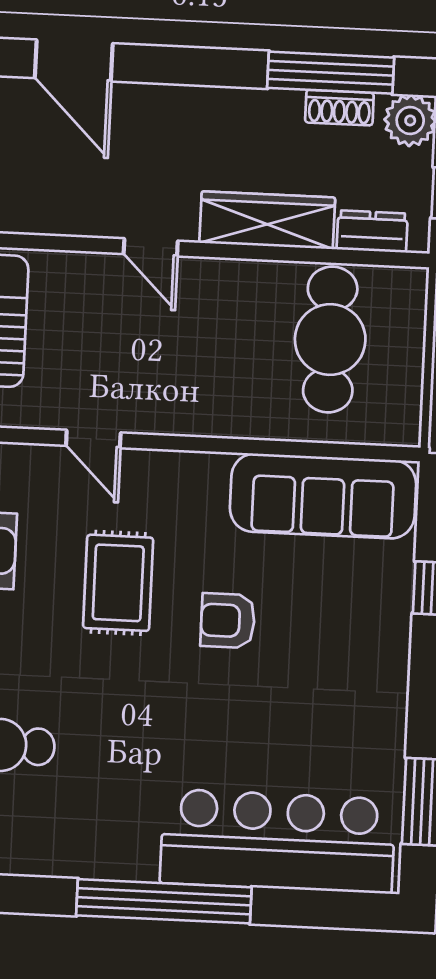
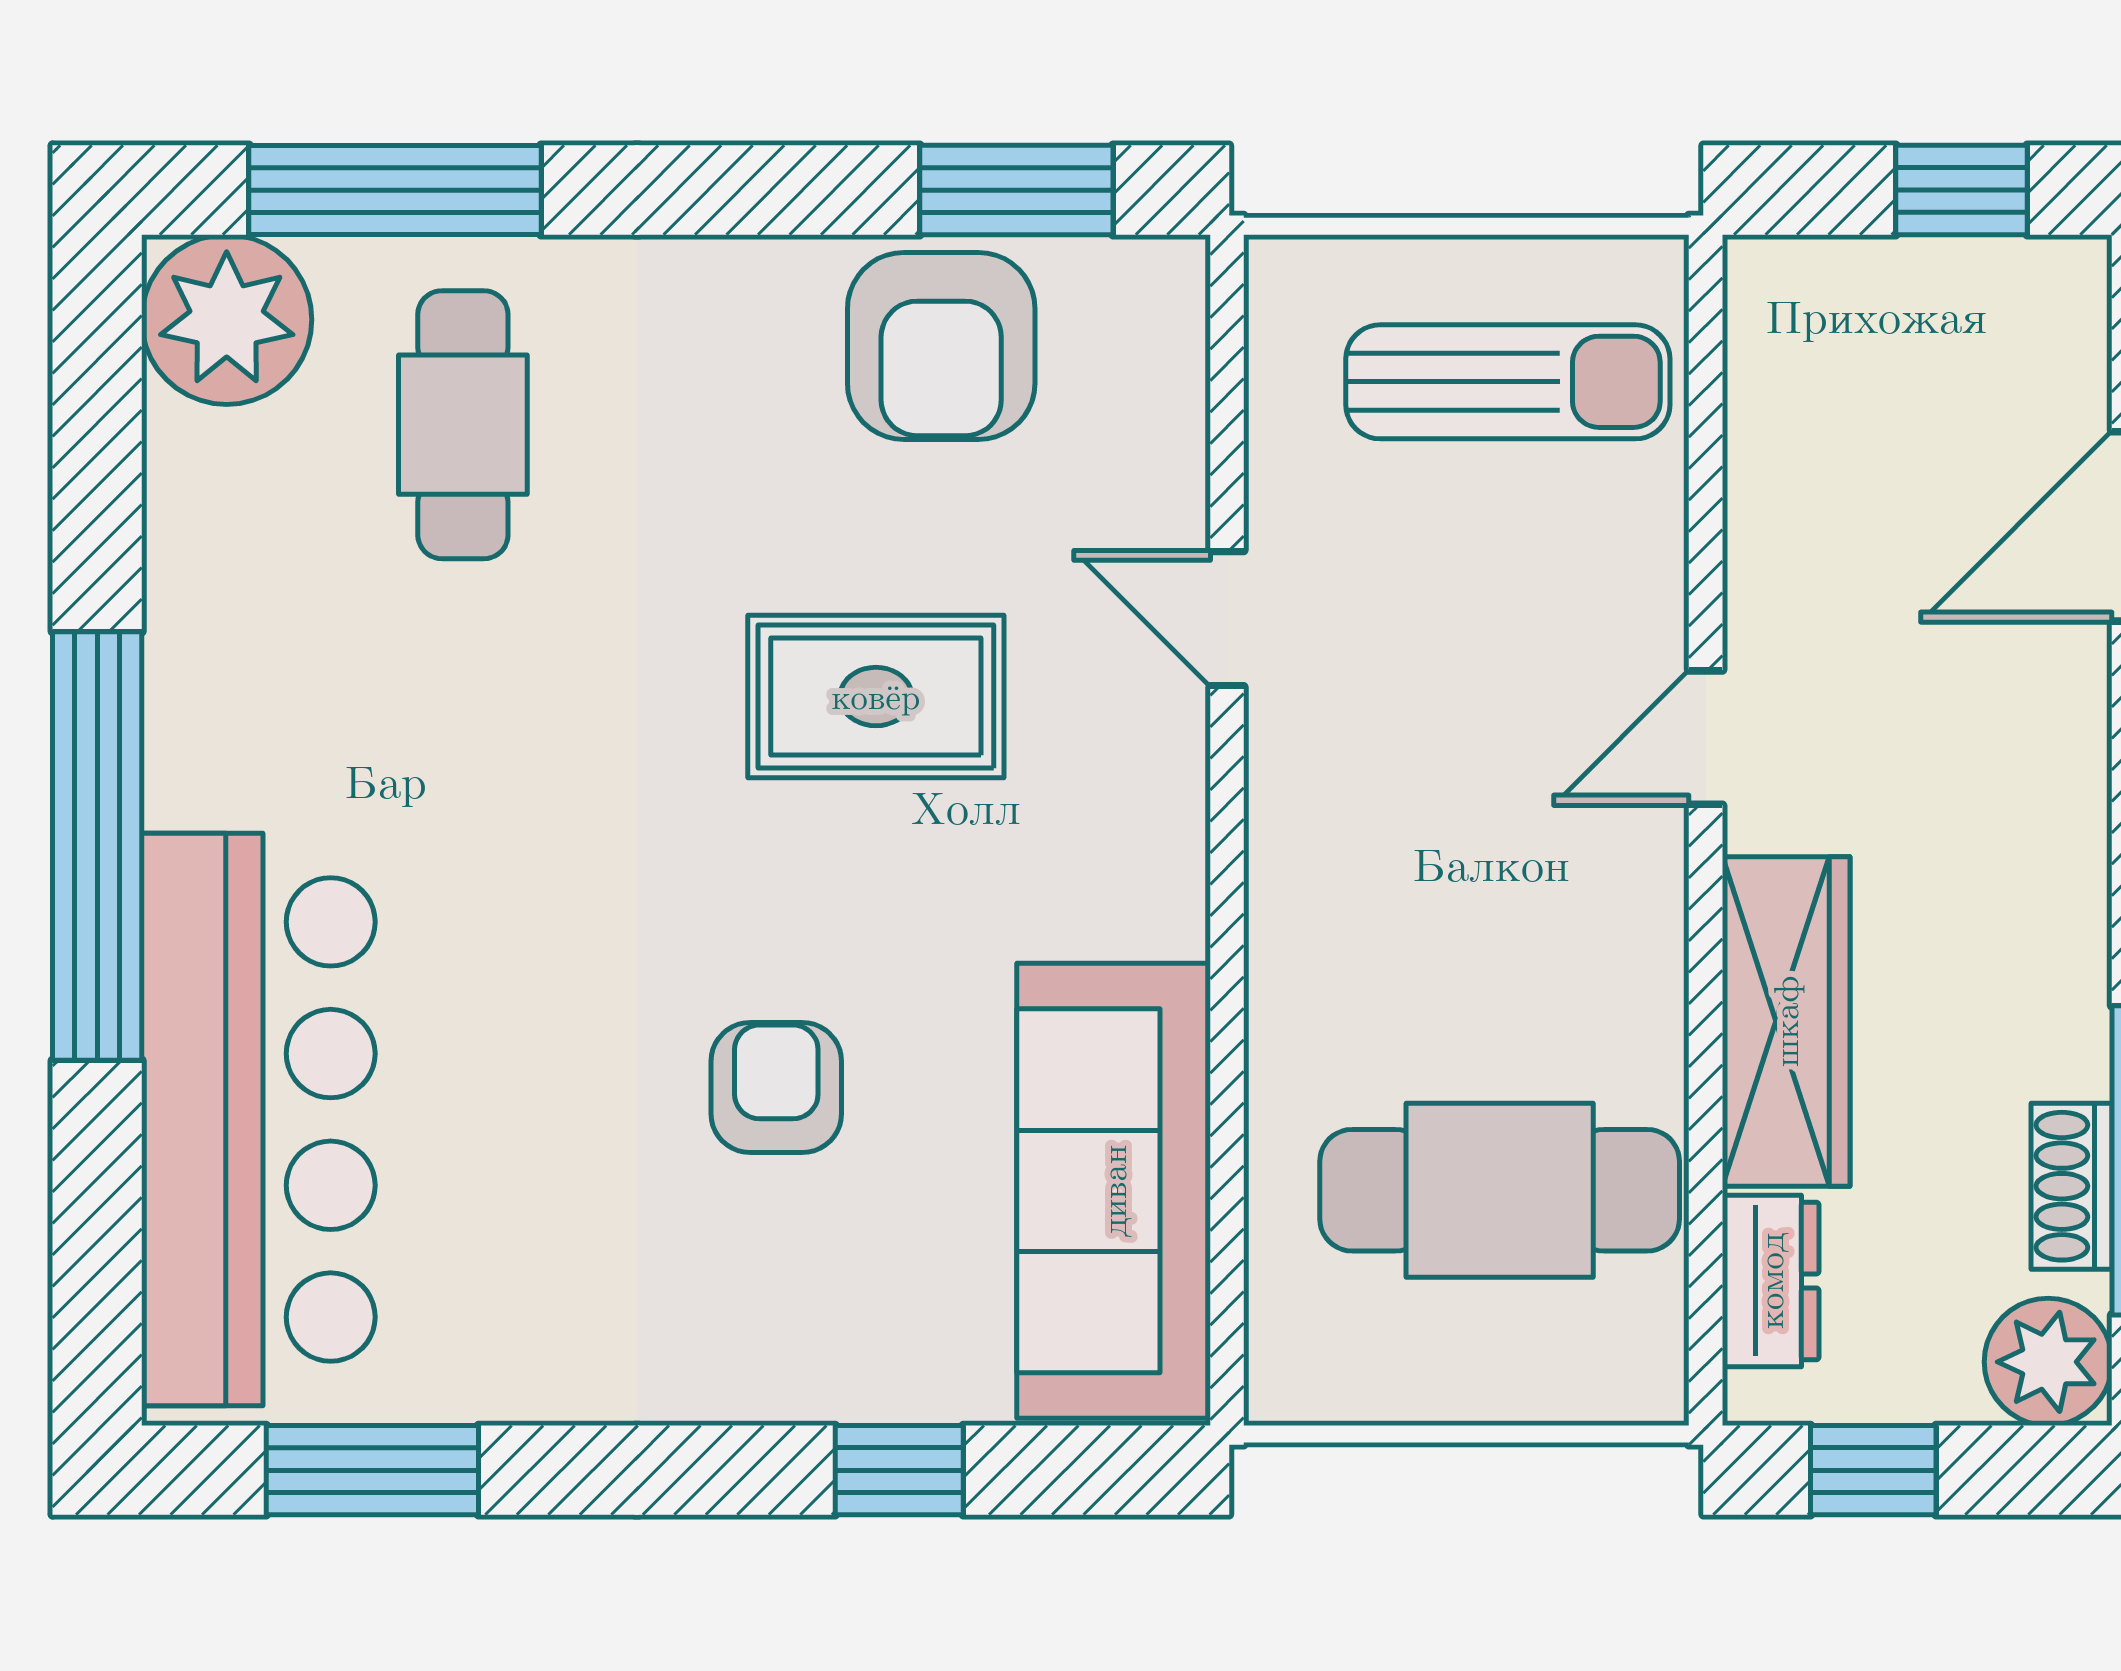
door: (93, 439) -> (1227, 619), hinge flipped
armchair: (228, 621) -> (776, 1088), moved

